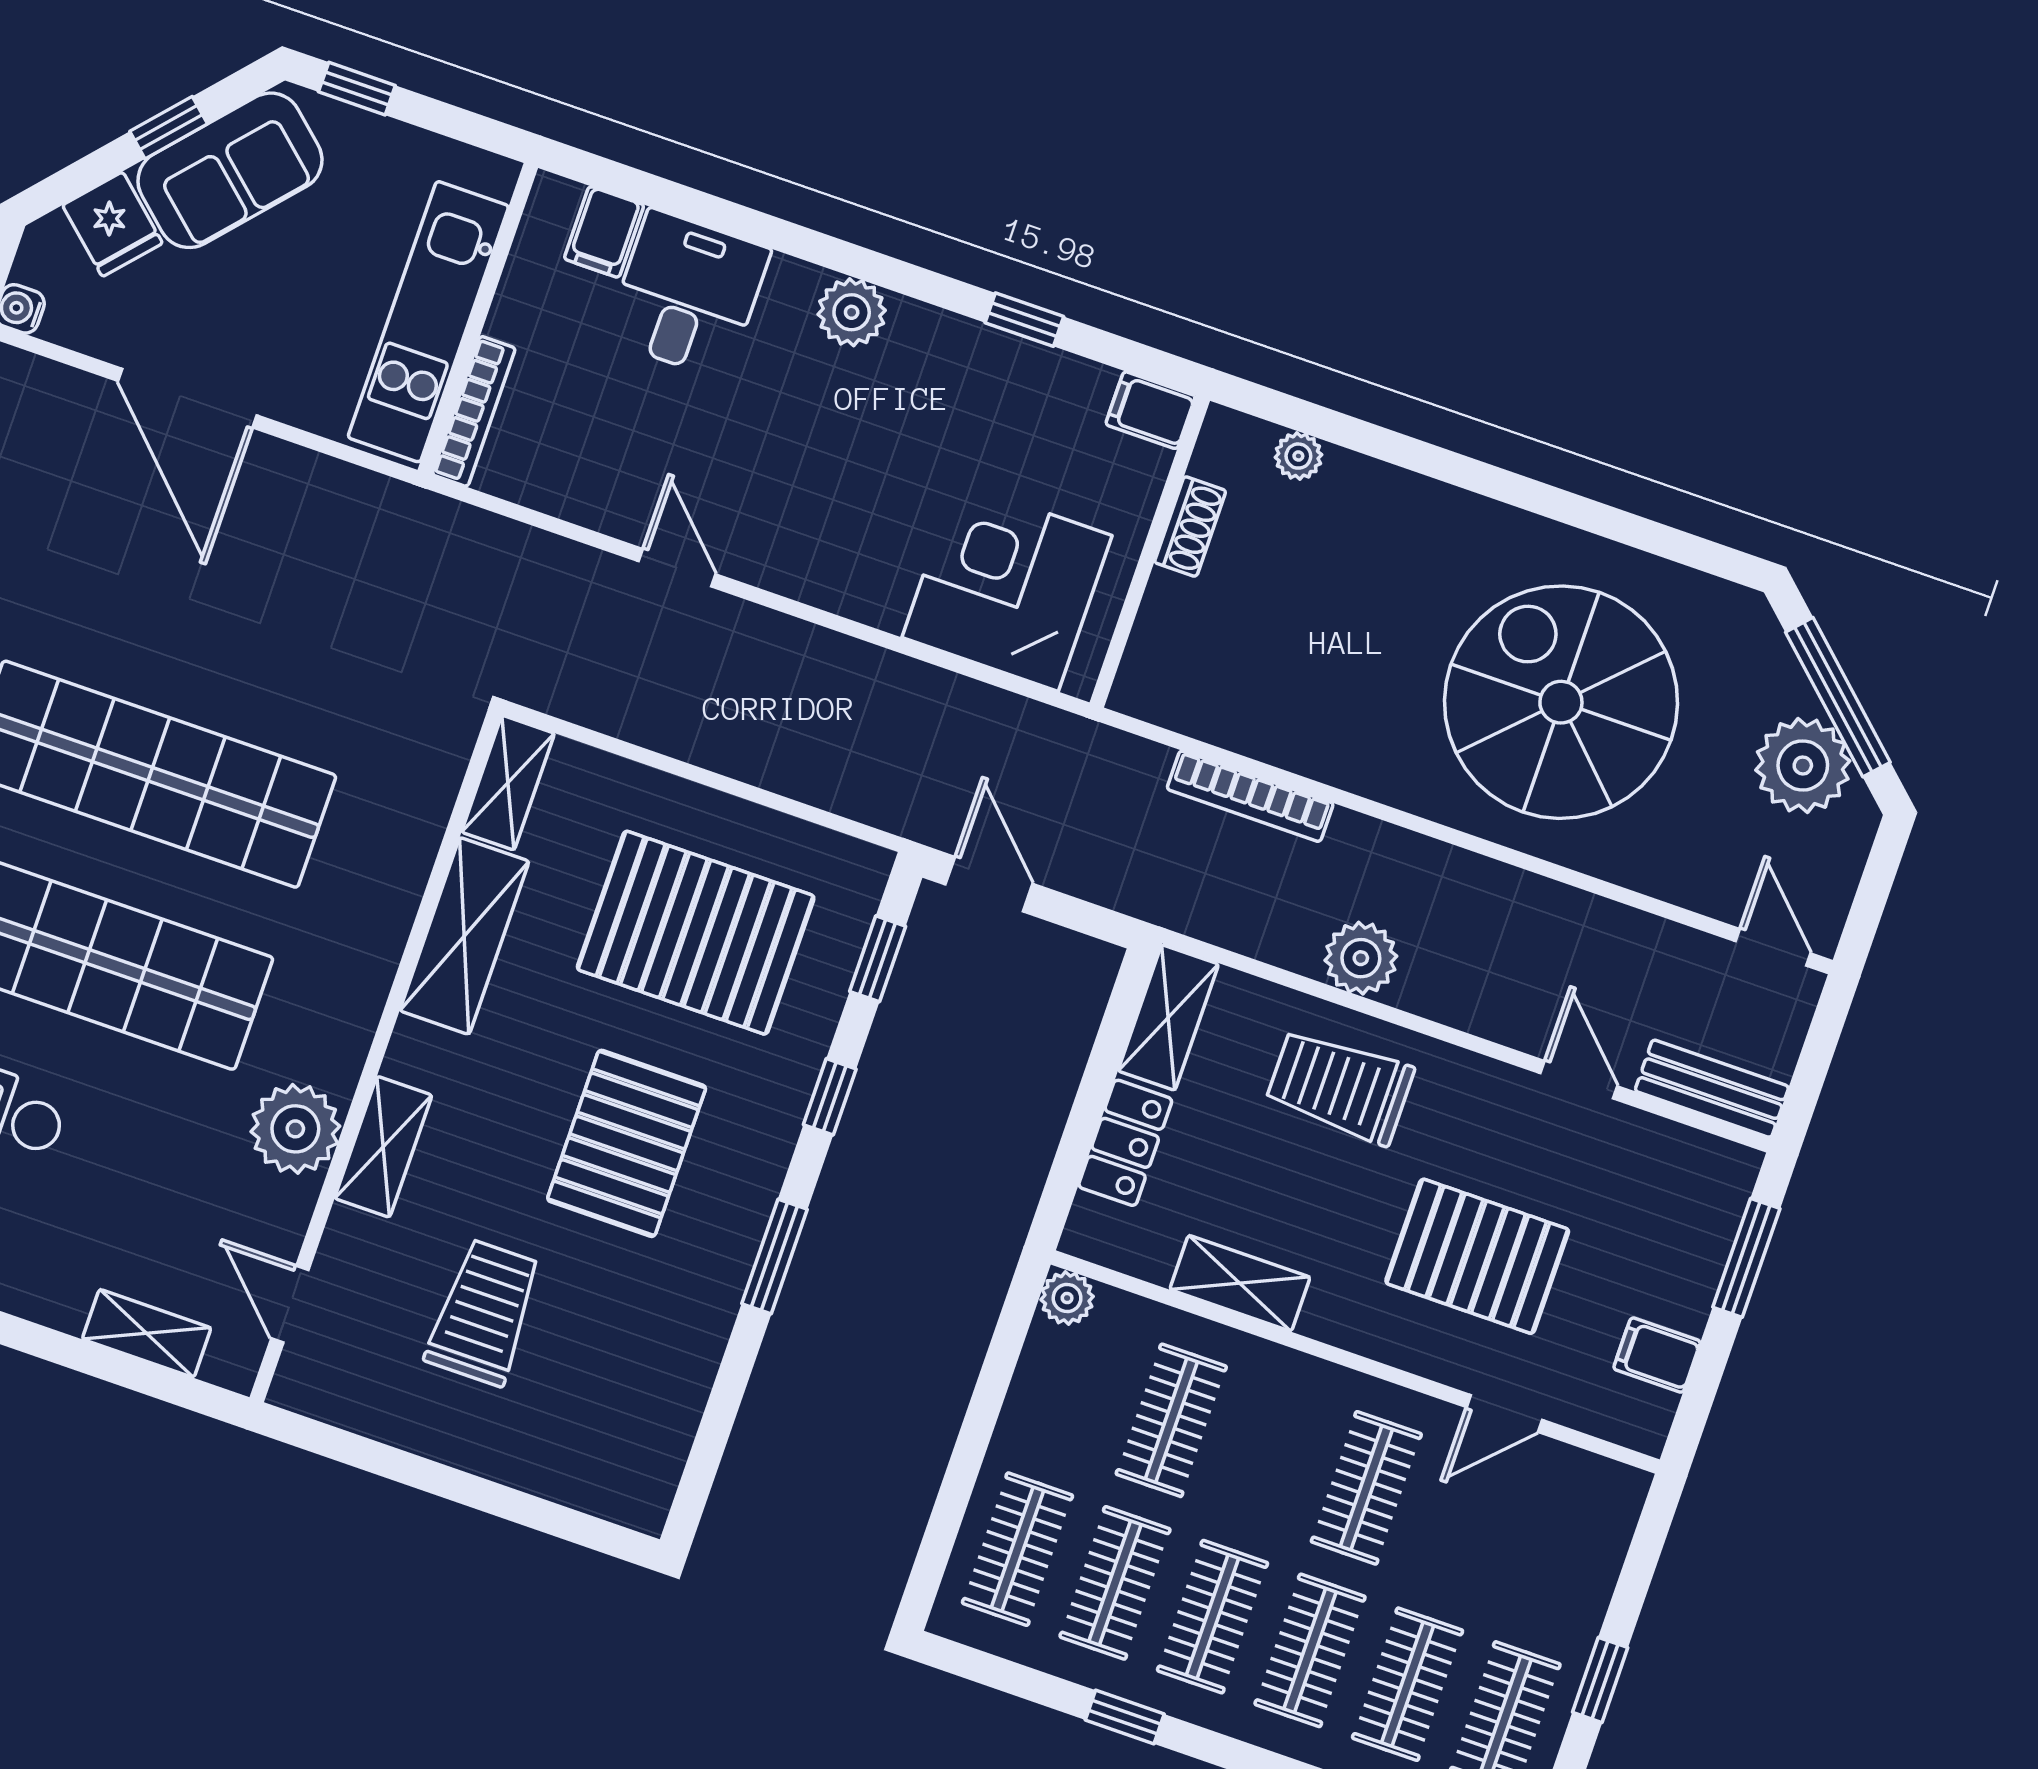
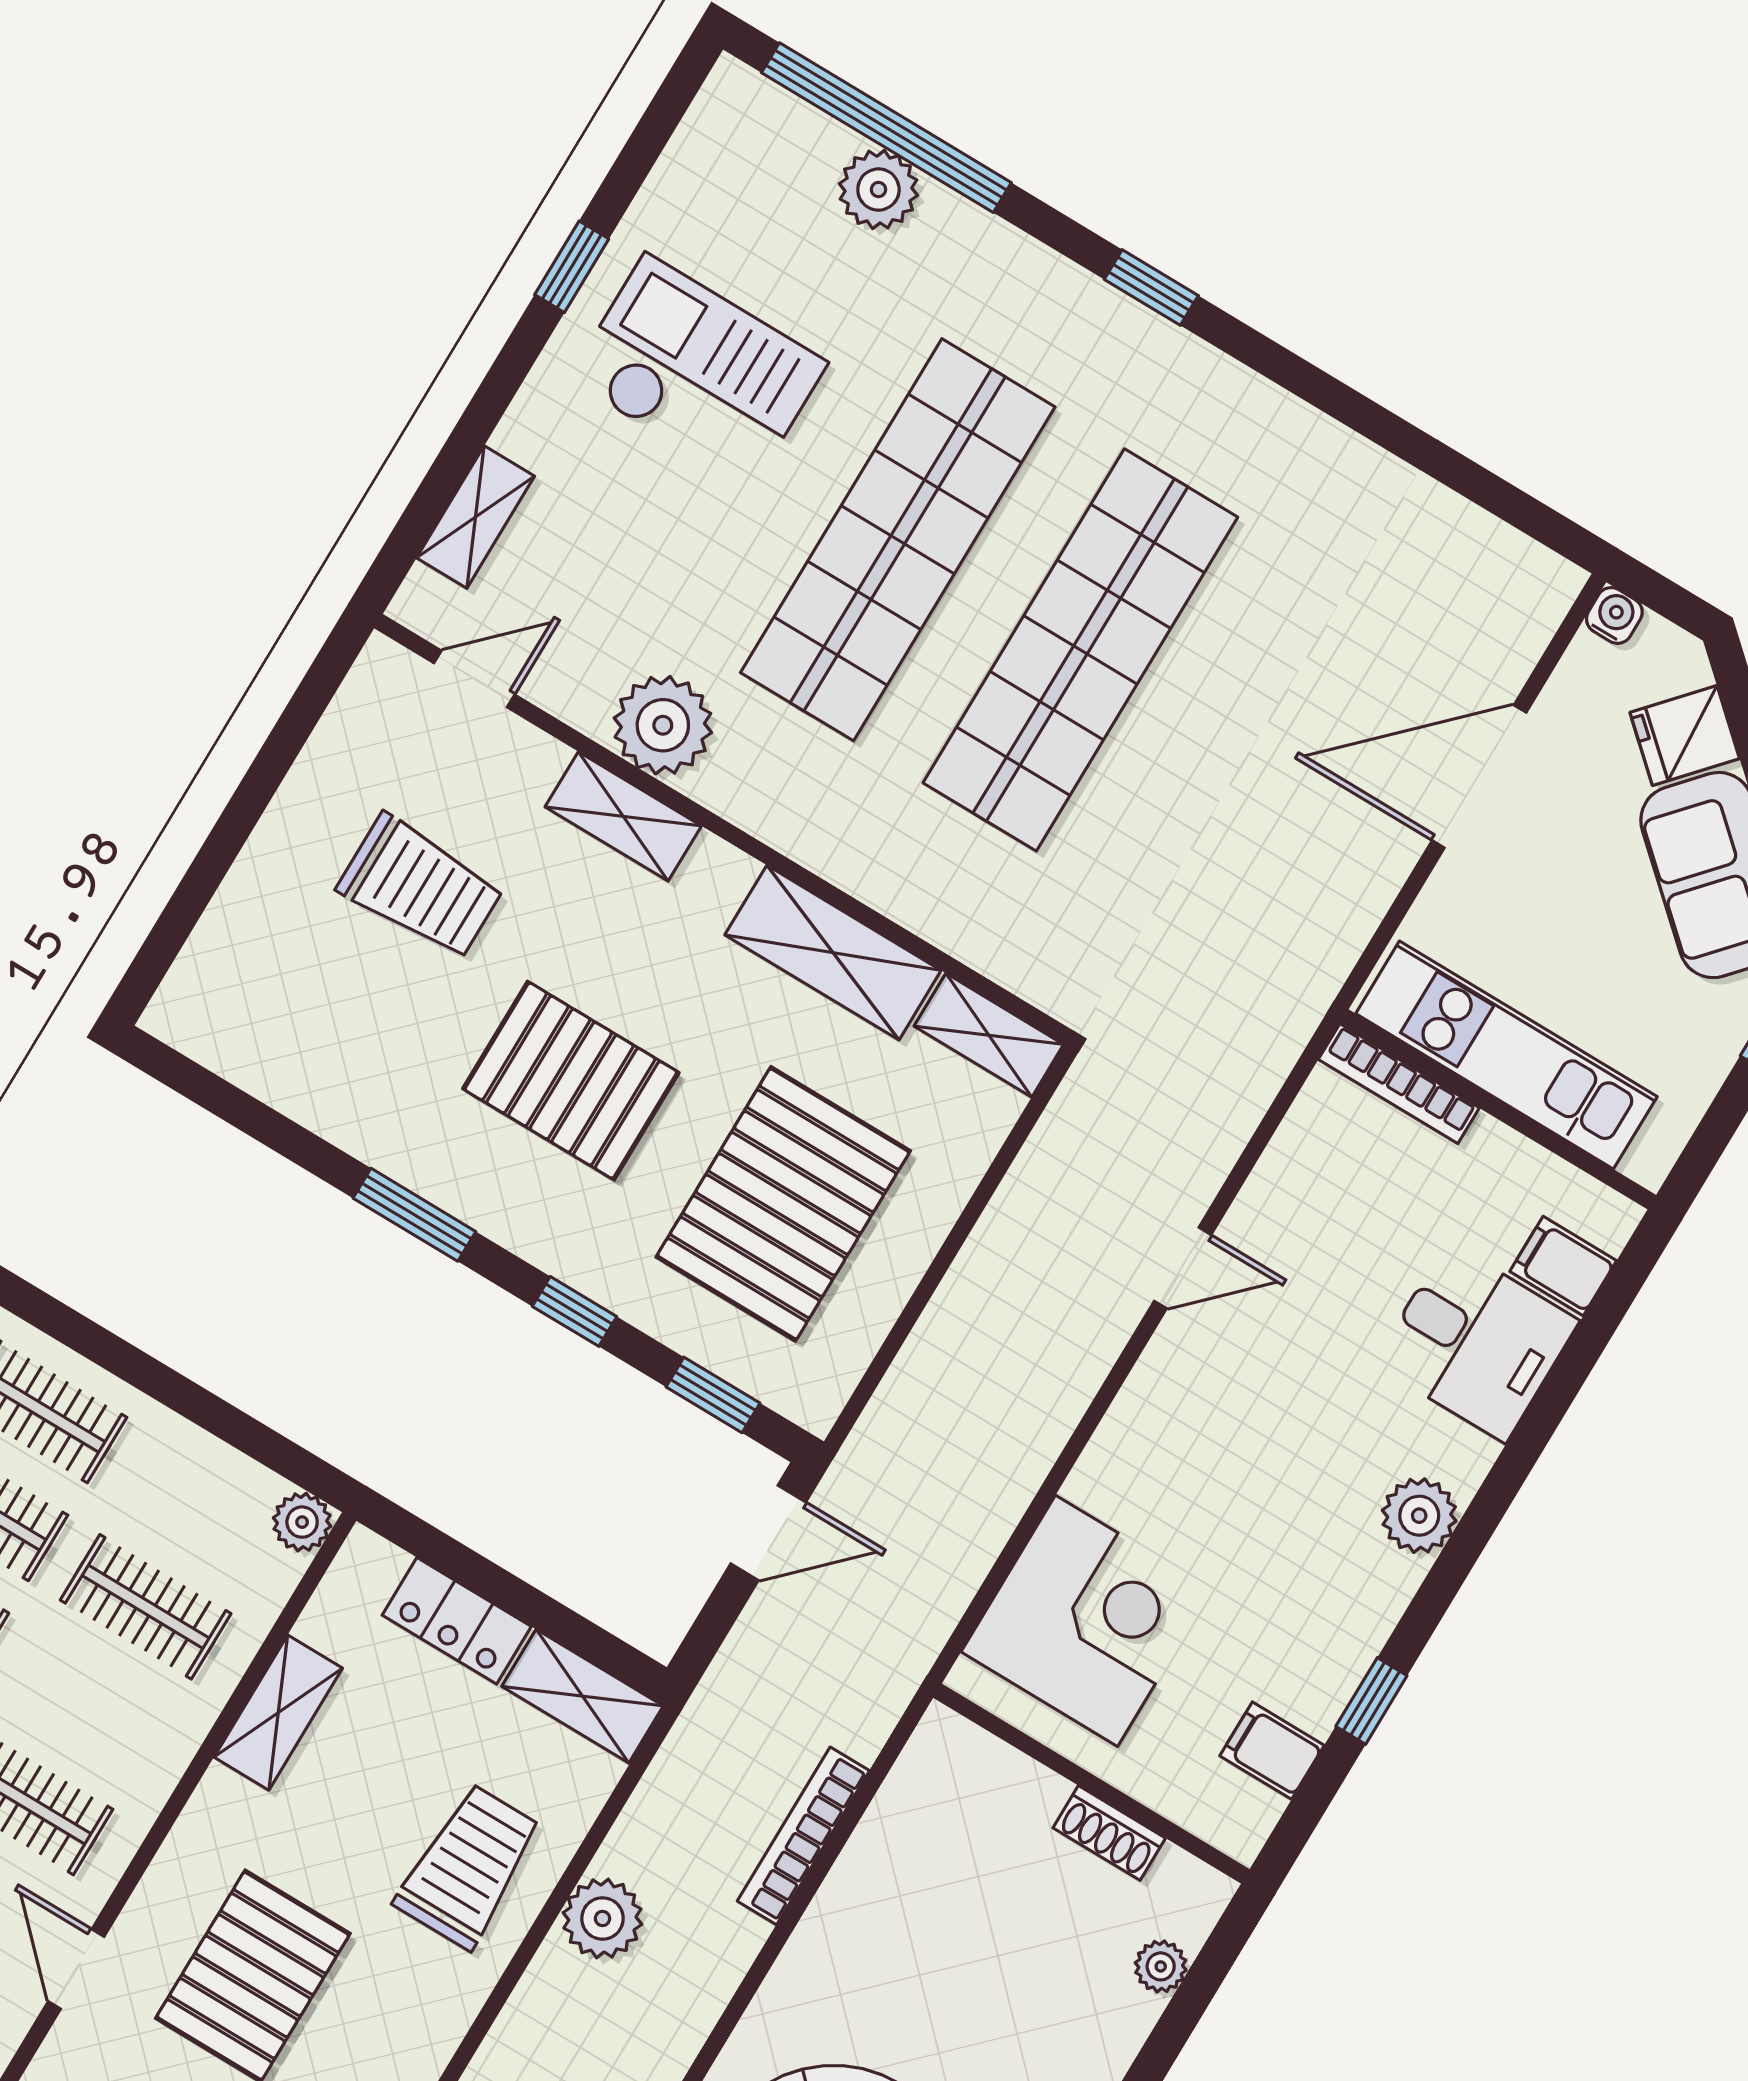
filing cabinet: (1151, 410) -> (1272, 1751), moved, turned -90

